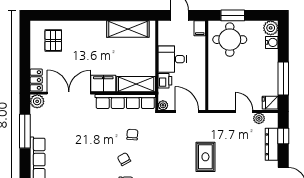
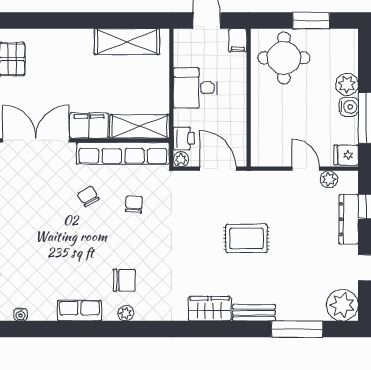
window: (233, 15) -> (311, 21), moved
plant: (271, 28) -> (347, 85), moved
water cooler: (272, 42) -> (349, 107), moved
printer: (165, 81) -> (184, 138), moved
rug: (205, 157) -> (246, 238), turned 90
chair: (124, 159) -> (88, 196), moved

